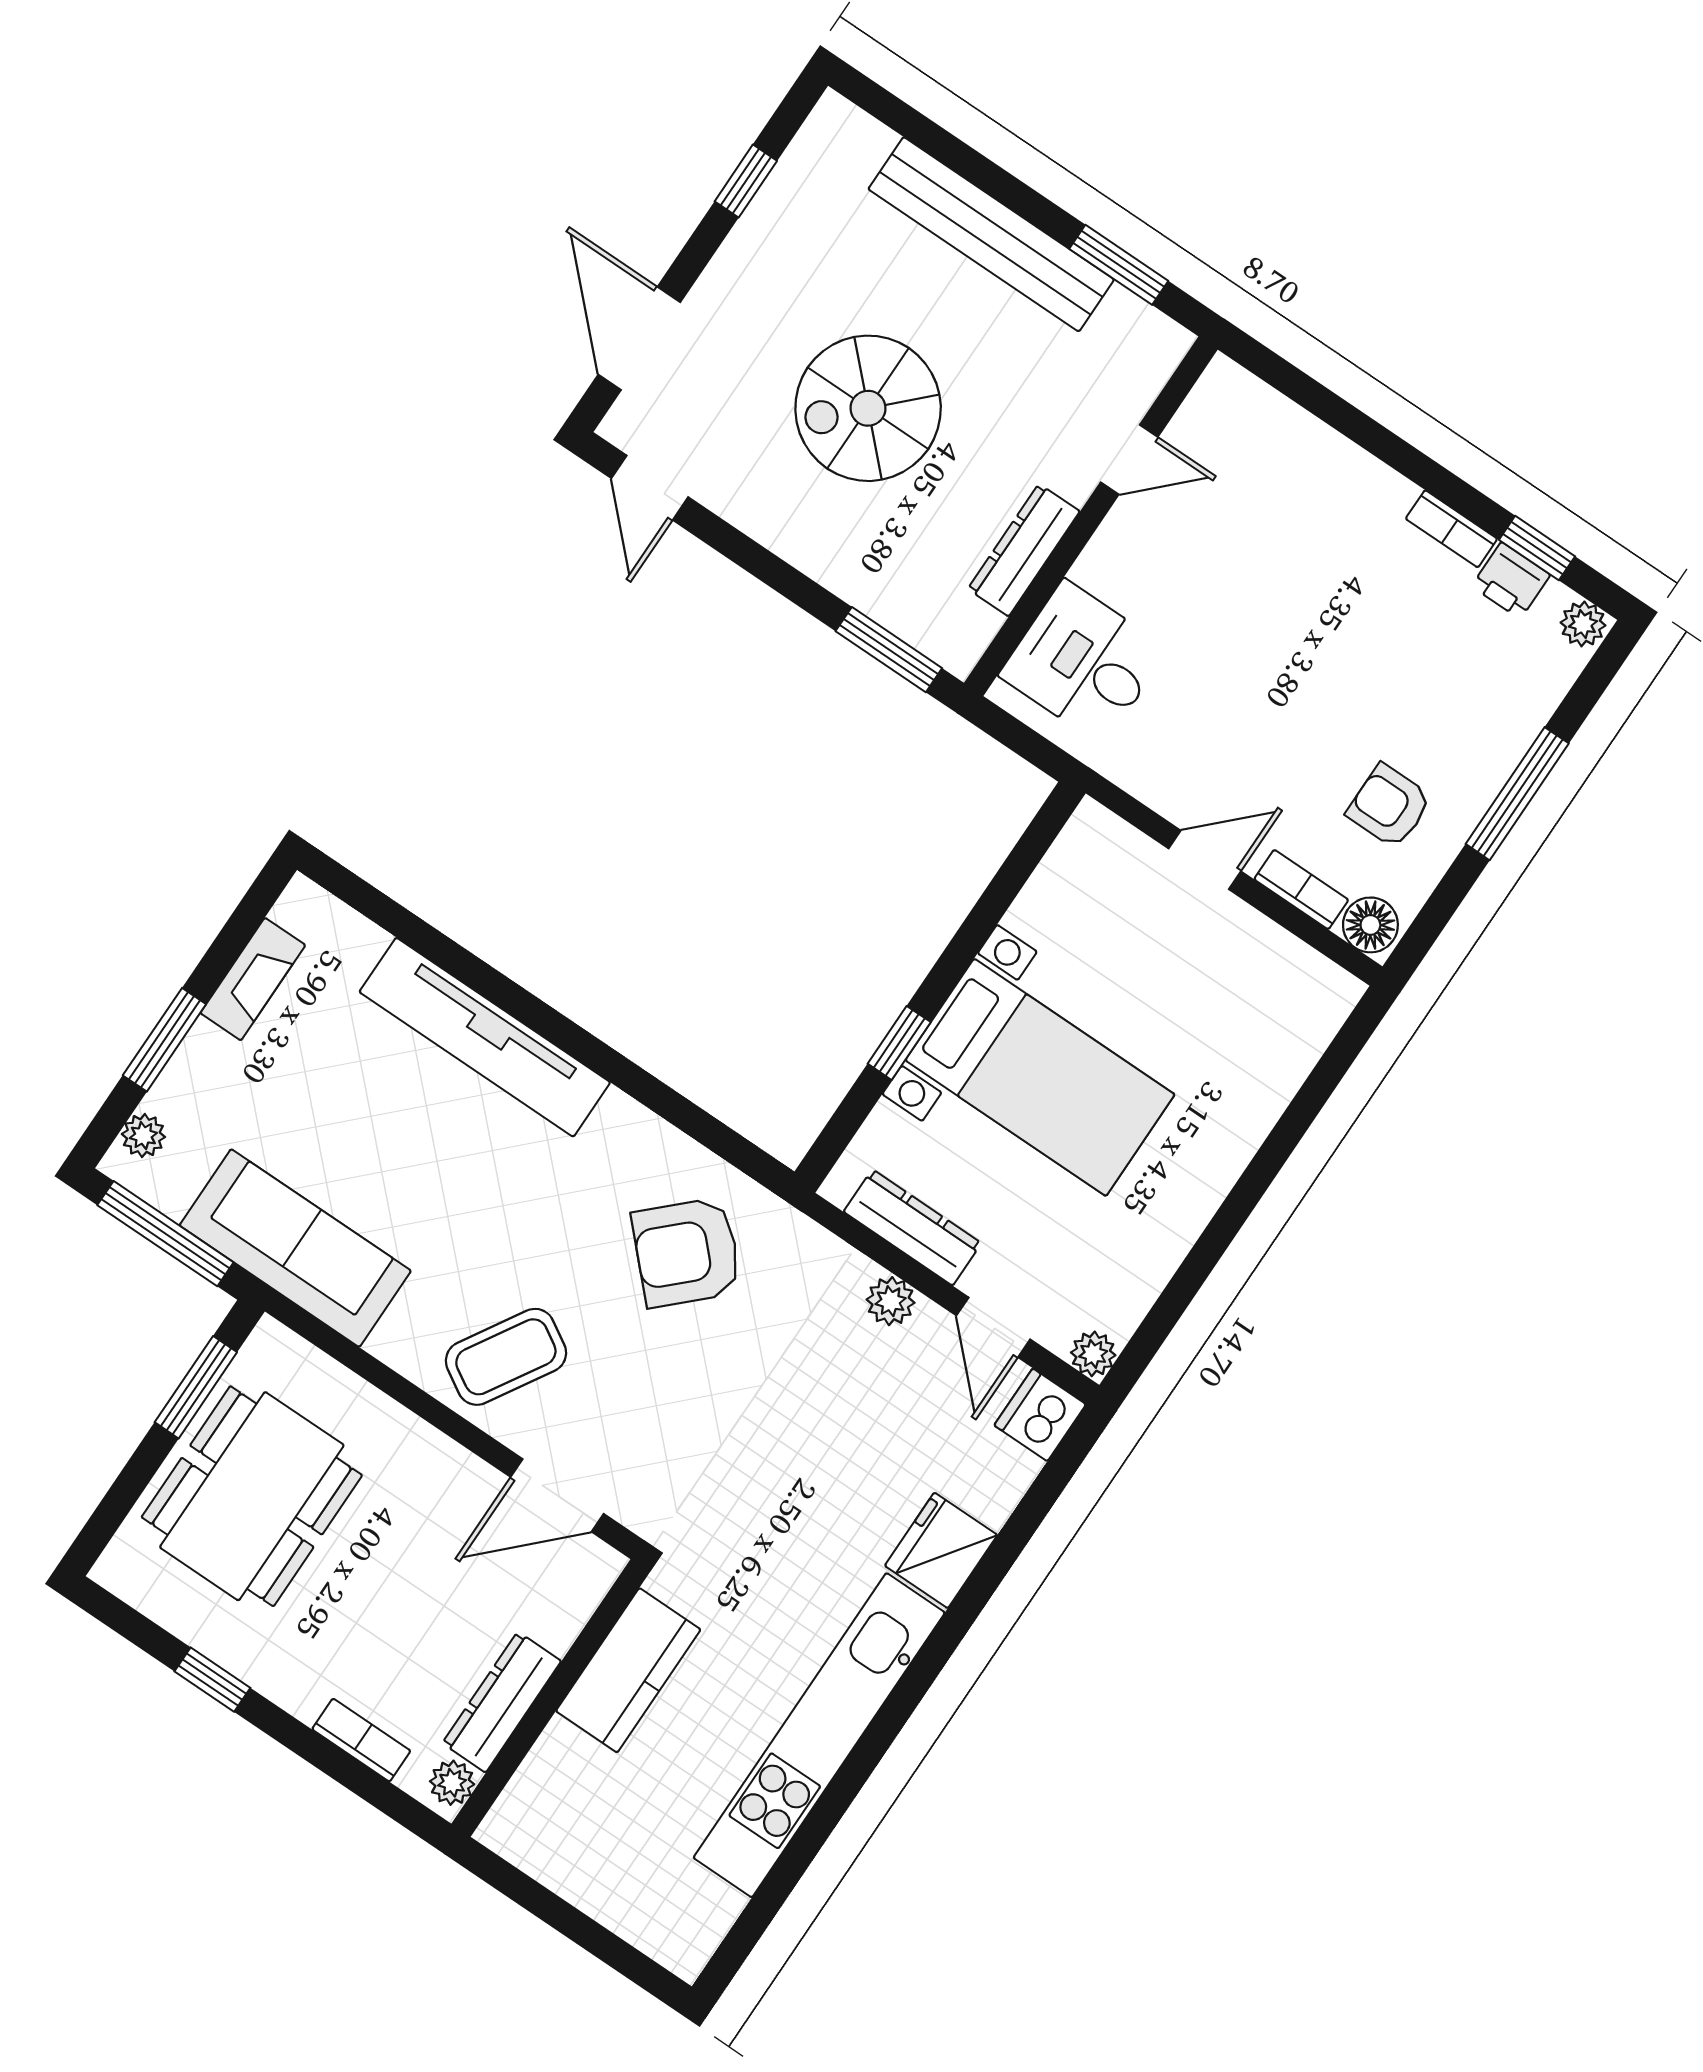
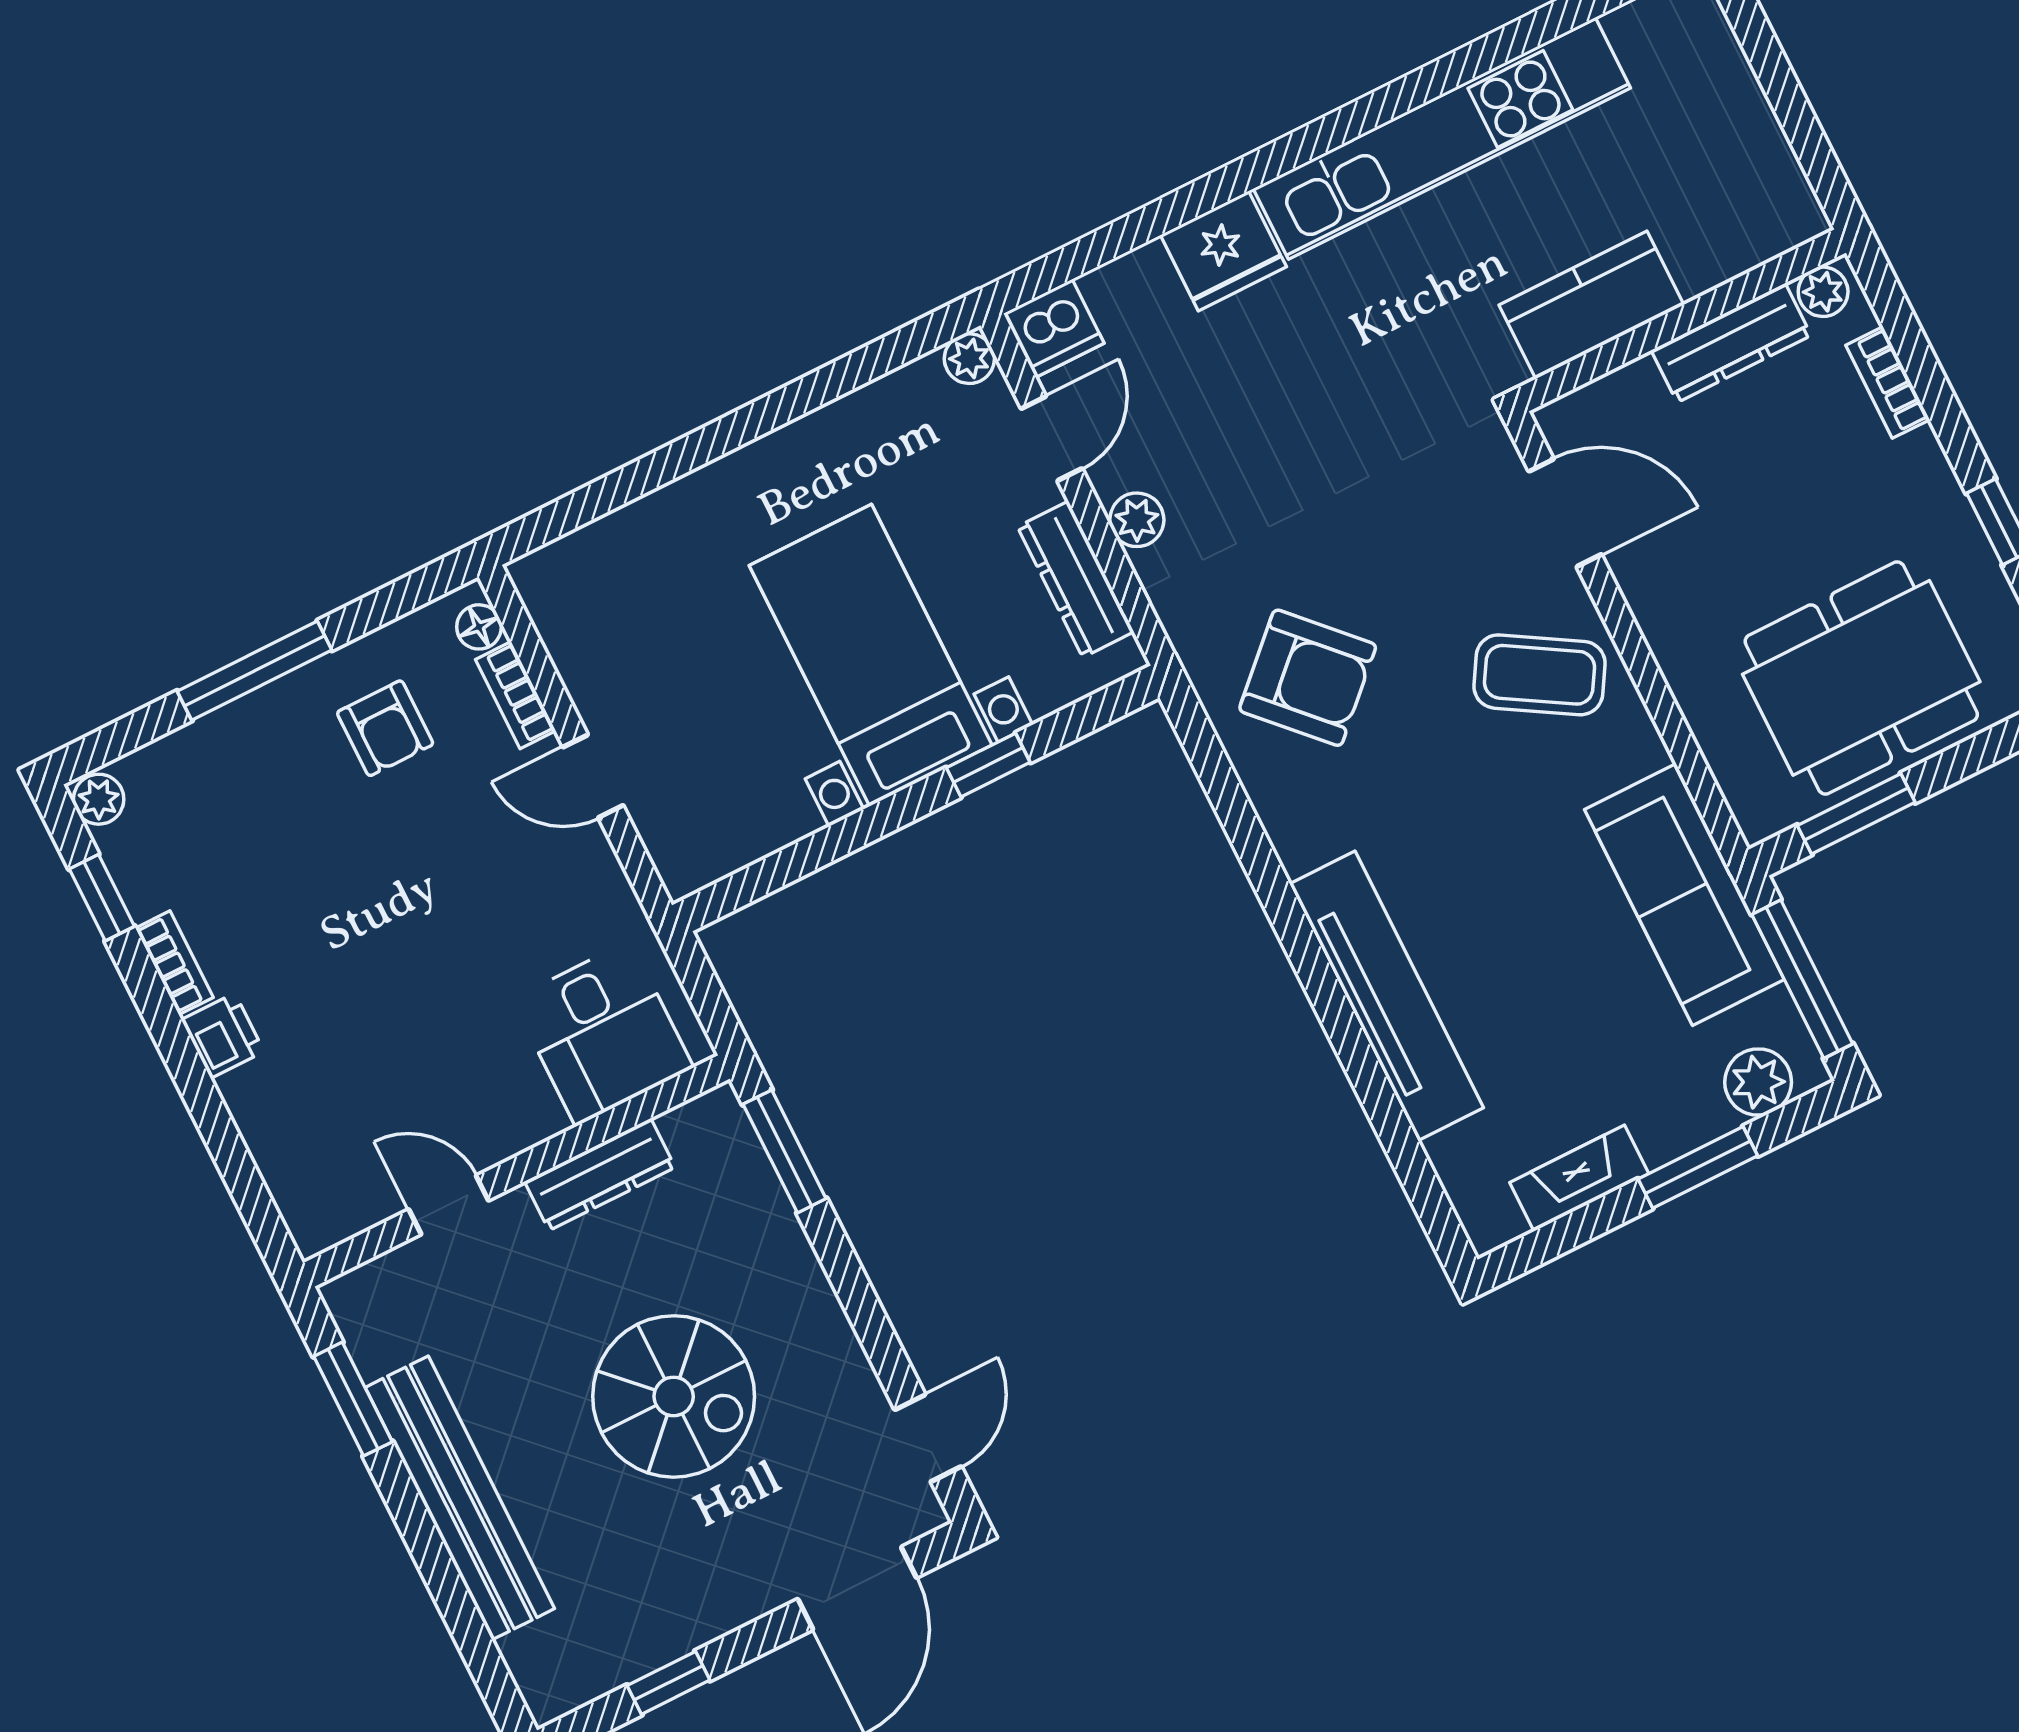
printer: (1511, 581) -> (223, 1036), moved
floor lamp: (1370, 925) -> (479, 627), width x0.73, depth x0.73
plant: (143, 1136) -> (1758, 1082), width x1.38, depth x1.38

